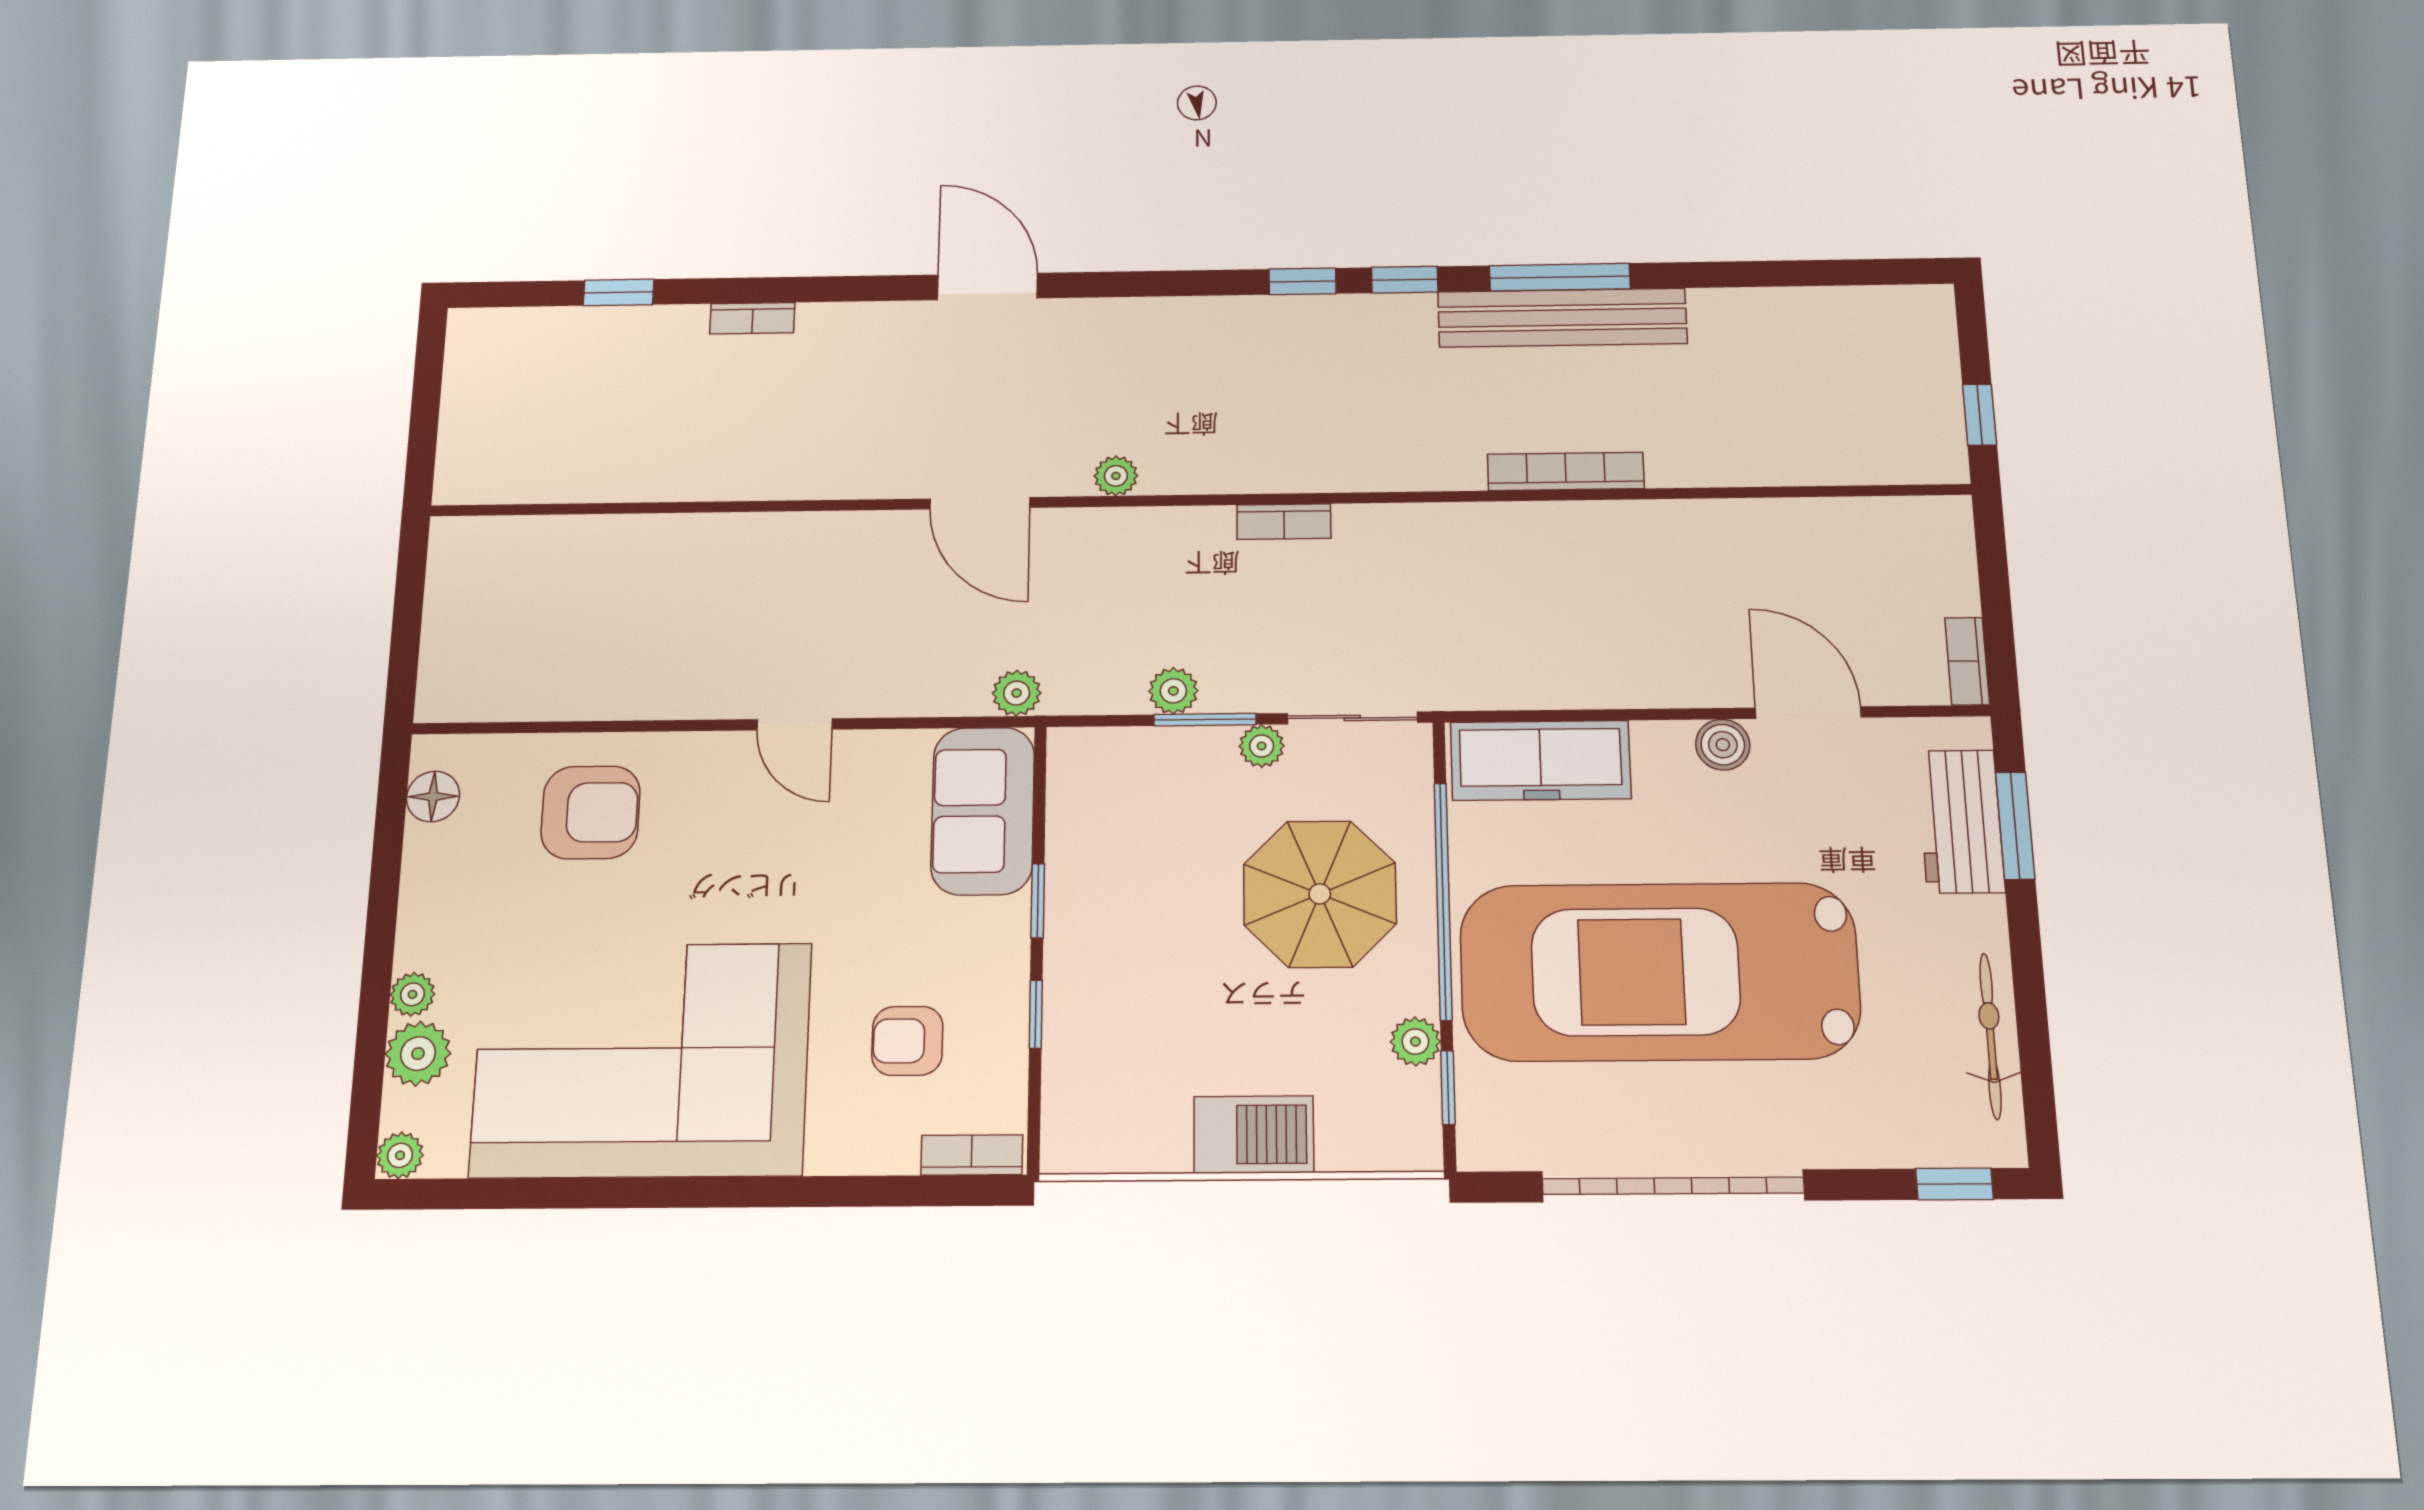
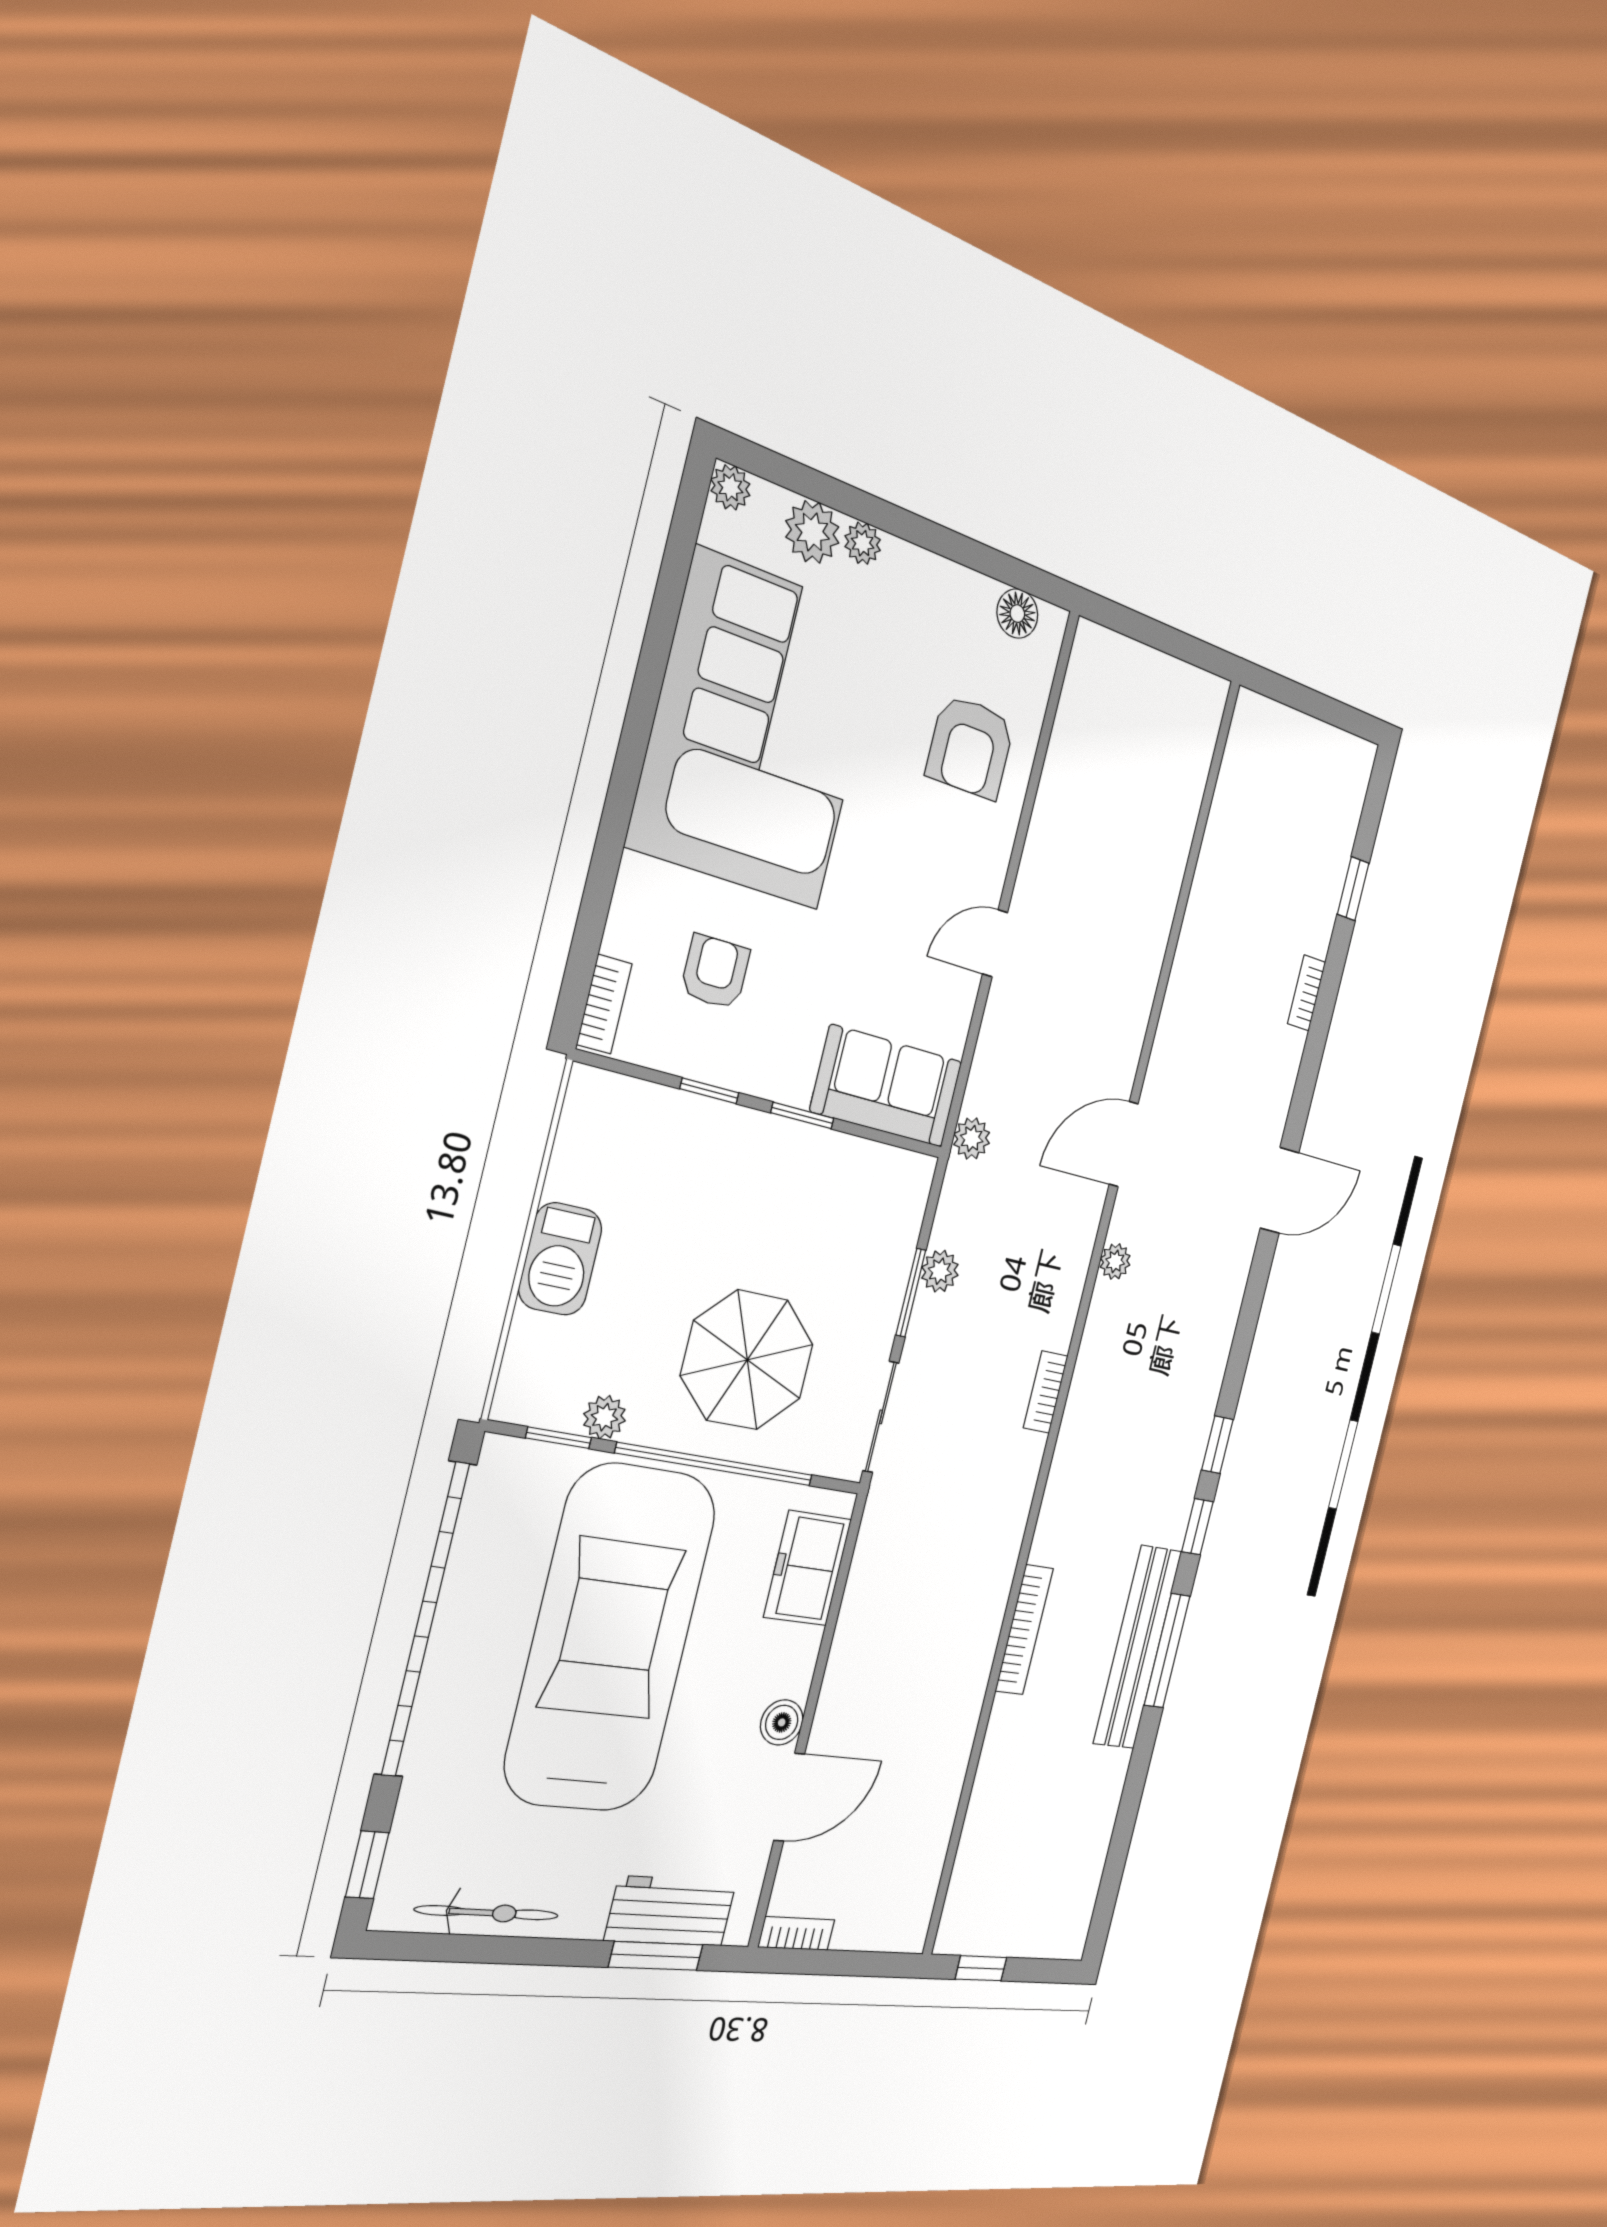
plant: (1262, 746) -> (878, 1336), removed
freezer: (1541, 760) -> (808, 1568), width x0.71
garage door: (1673, 1186) -> (425, 1619), width x1.36

